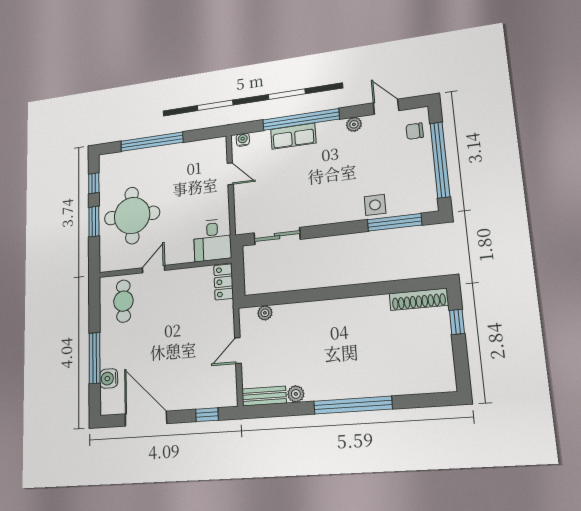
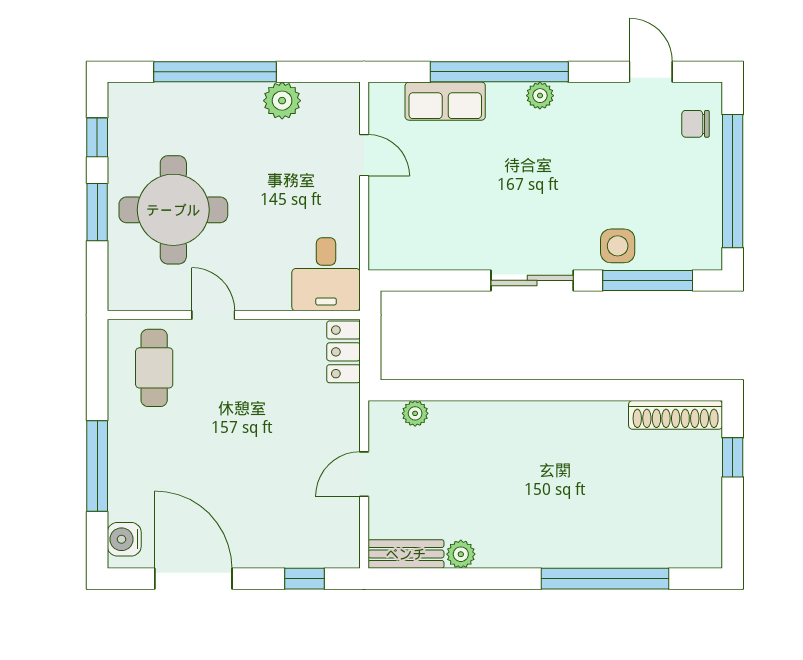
plant: (354, 124) -> (540, 96), moved
row of seats: (293, 136) -> (445, 101), moved
water cooler: (243, 140) -> (390, 94), removed
plant: (186, 151) -> (282, 101), added
sliding door: (277, 236) -> (532, 280), moved
door: (153, 269) -> (213, 315), hinge flipped
water cooler: (109, 378) -> (124, 539), moved
window: (353, 405) -> (605, 579), moved

